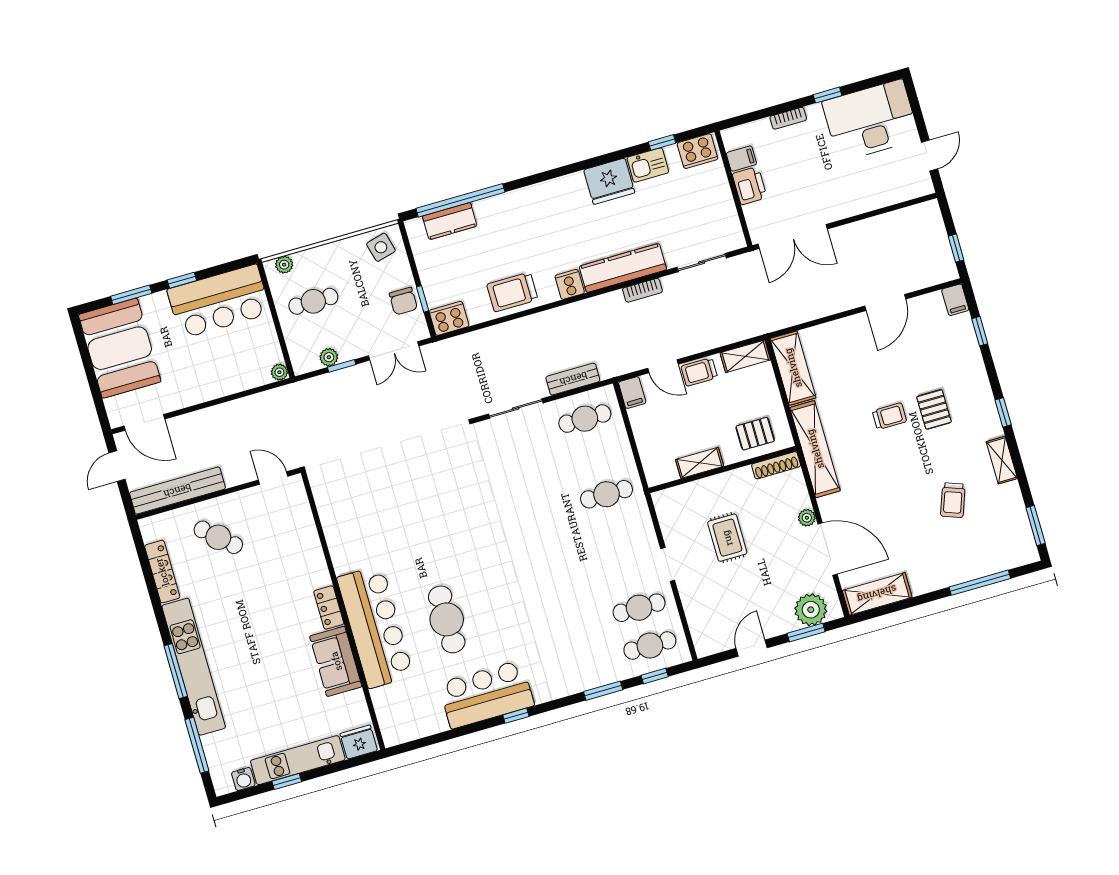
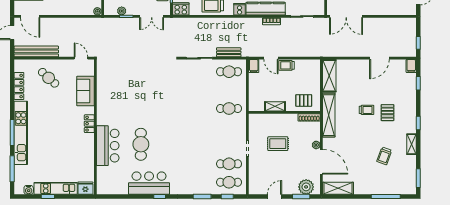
shelving: (745, 356) -> (309, 64), removed
rug: (727, 538) -> (278, 144), turned 90
bar counter: (375, 627) -> (108, 146), width x0.73
sofa: (336, 661) -> (85, 91), moved

